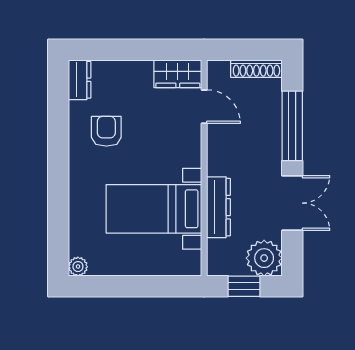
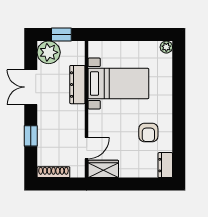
door: (204, 107) -> (87, 148), swing flipped
window: (292, 126) -> (31, 136), width x0.46

